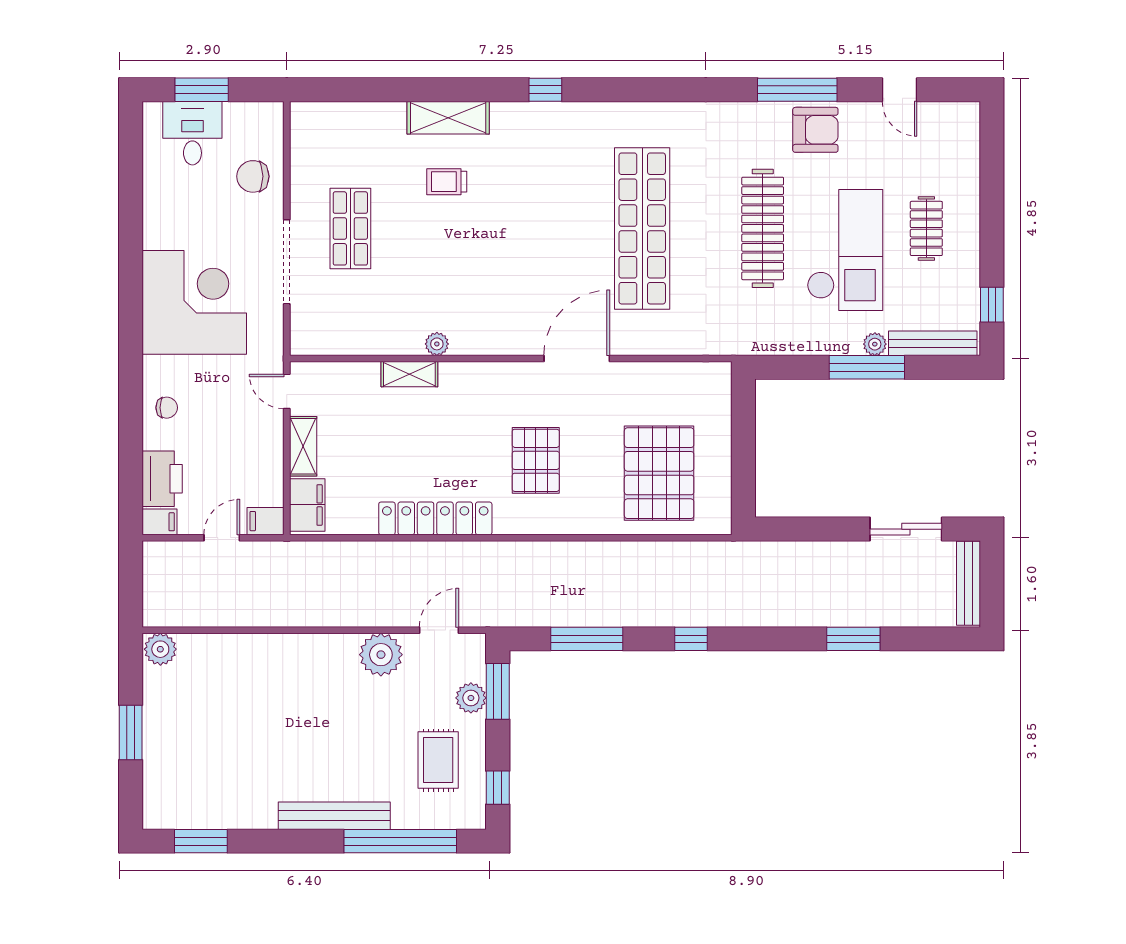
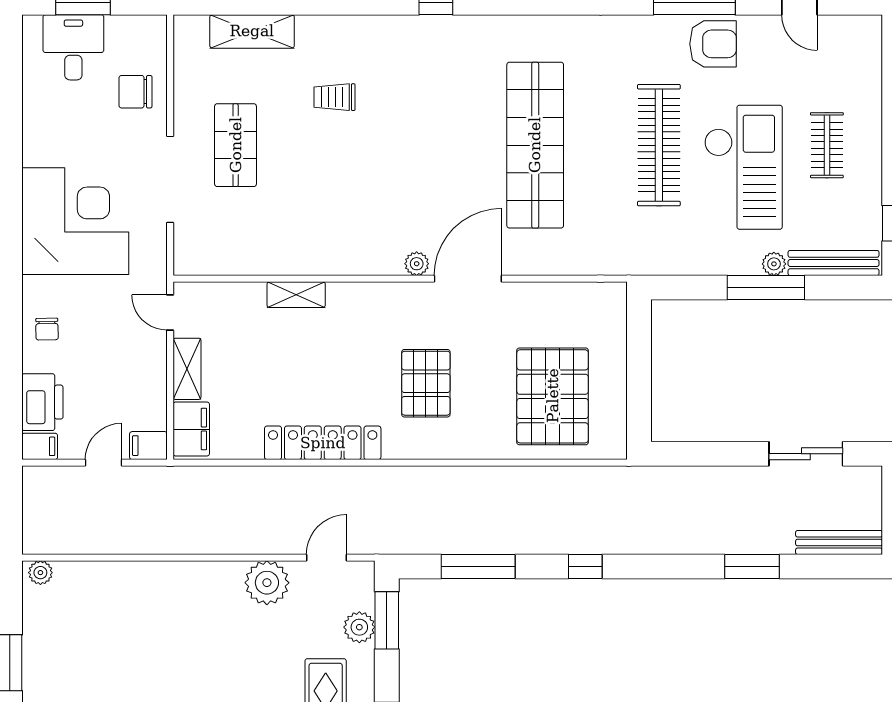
shelving: (448, 118) -> (252, 31), moved
plant: (437, 344) -> (417, 264), moved
chair: (167, 408) -> (47, 329), turned 89
bench: (969, 583) -> (839, 542), moved, turned 90
plant: (160, 649) -> (40, 573), width x0.73, depth x0.73

